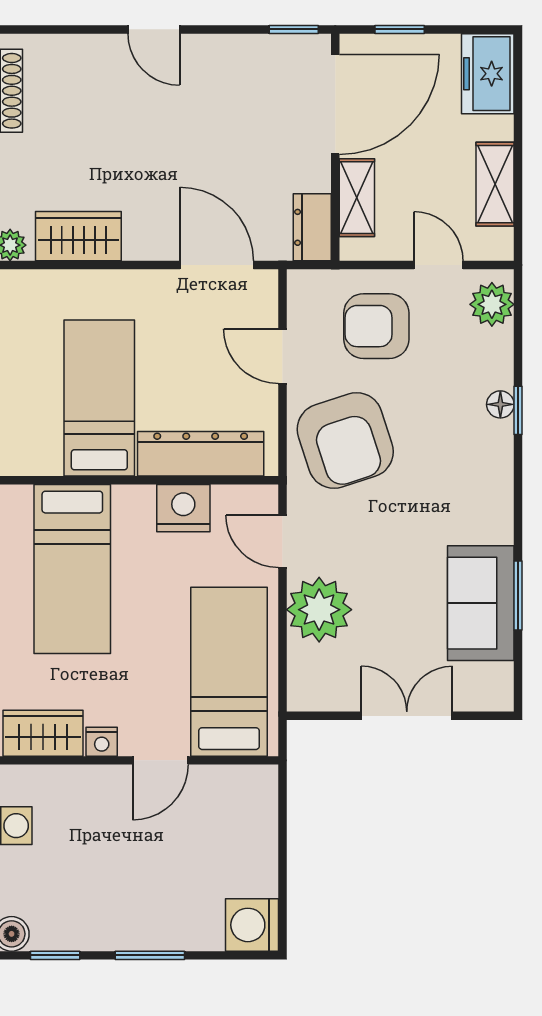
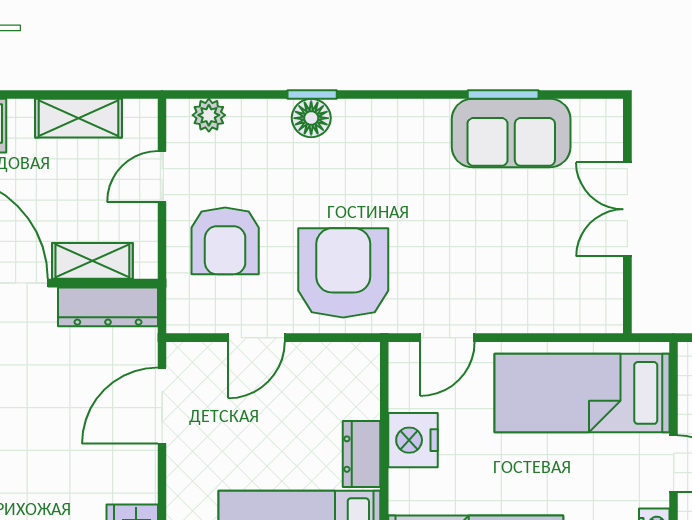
dresser: (312, 227) -> (108, 307), width x1.44
plant: (492, 304) -> (209, 115), width x0.73, depth x0.73
floor lamp: (500, 404) -> (311, 118), width x1.37, depth x1.37
armchair: (345, 441) -> (343, 273), turned -72
dresser: (201, 454) -> (361, 454), width x0.51, depth x0.80
plant: (319, 610) -> (518, 300), removed

